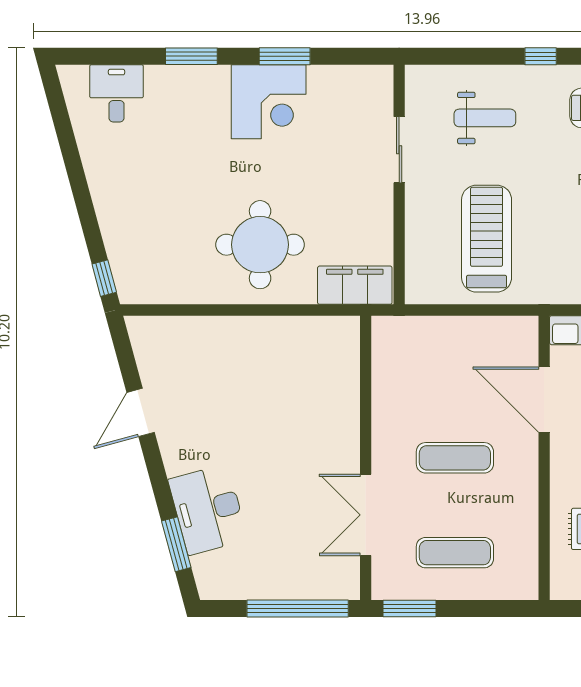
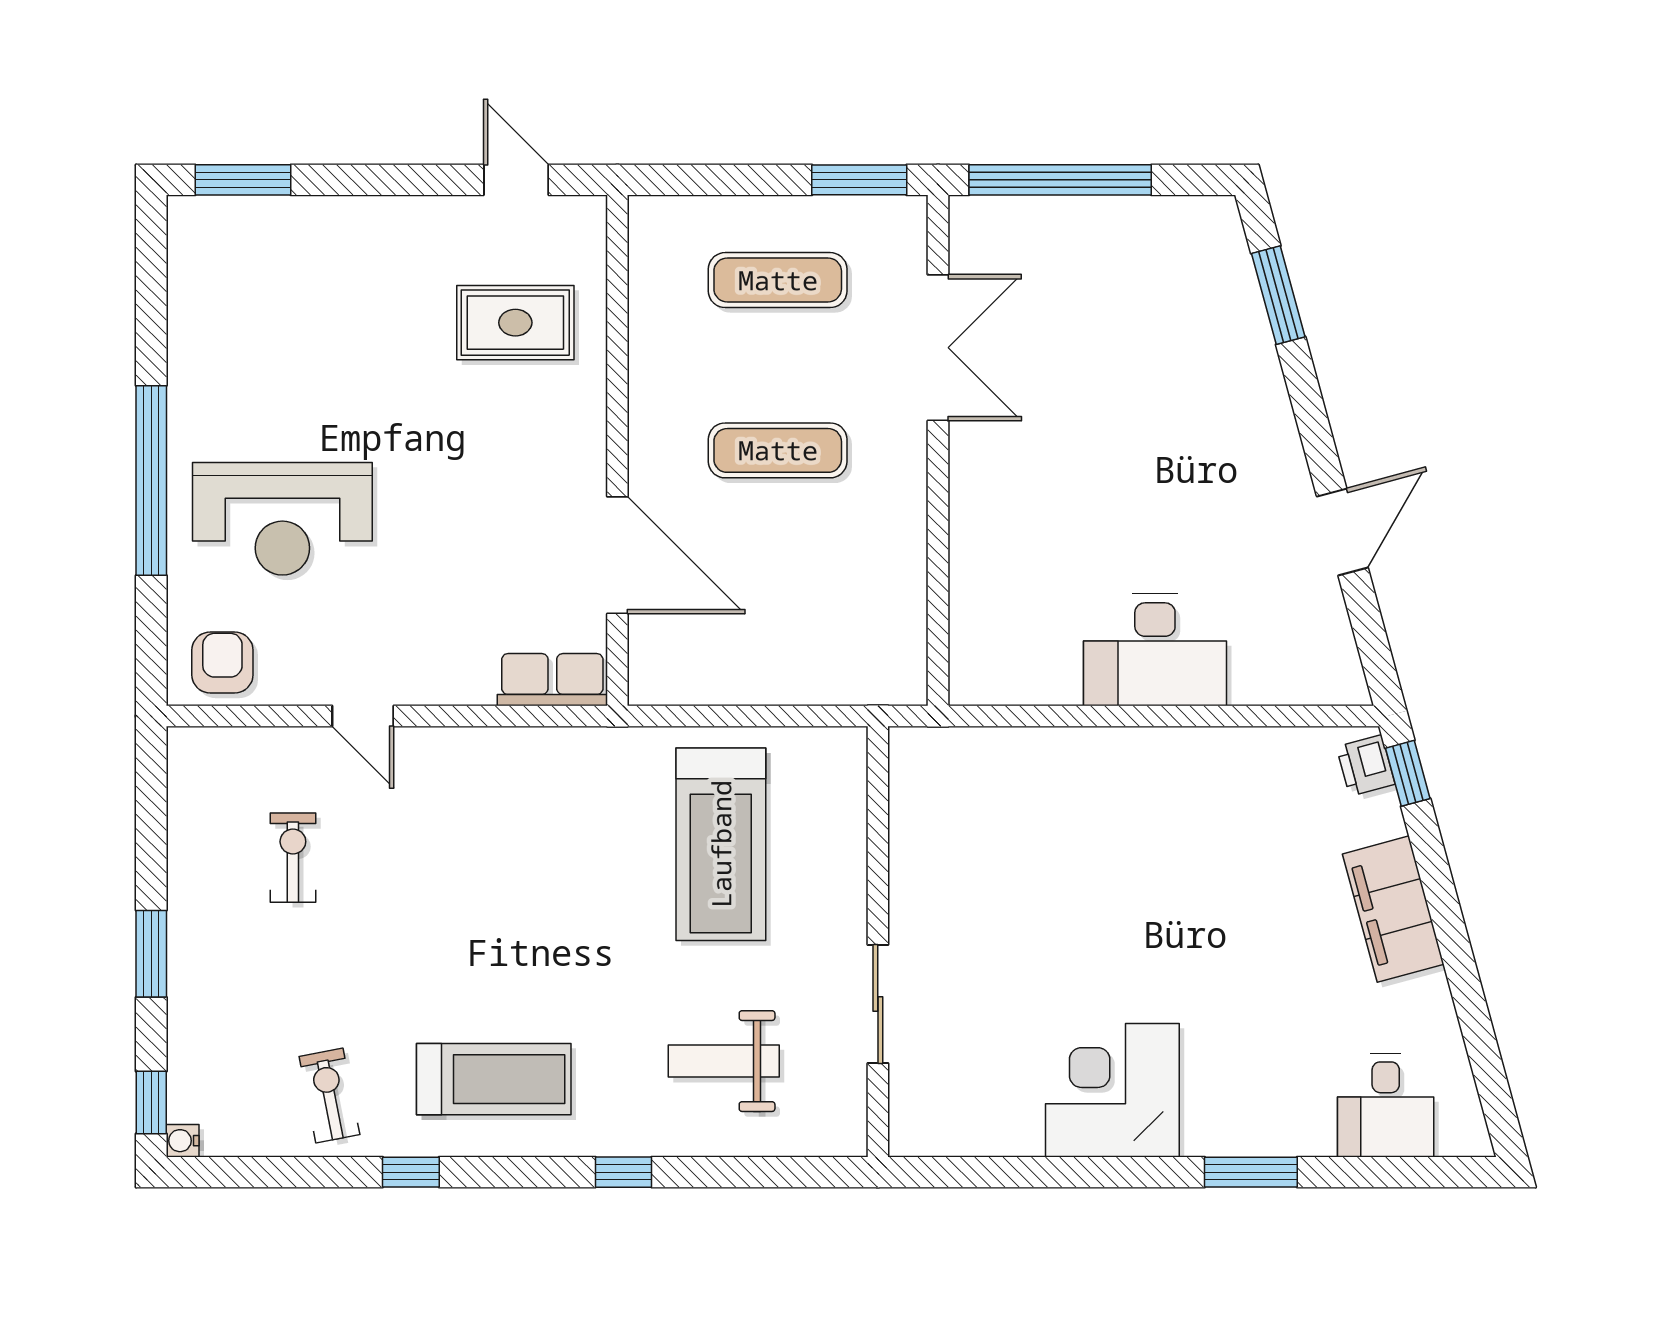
window: (285, 56) -> (1083, 1172), removed
round table: (260, 245) -> (1128, 833), removed
printer: (128, 282) -> (1366, 766), added
filing cabinet: (355, 285) -> (1393, 909), moved, turned 75
desk: (208, 509) -> (1155, 650), moved, turned 105

